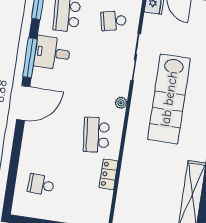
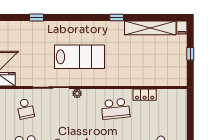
lab bench: (169, 99) -> (79, 57), width x0.73
plant: (121, 103) -> (77, 93), moved

